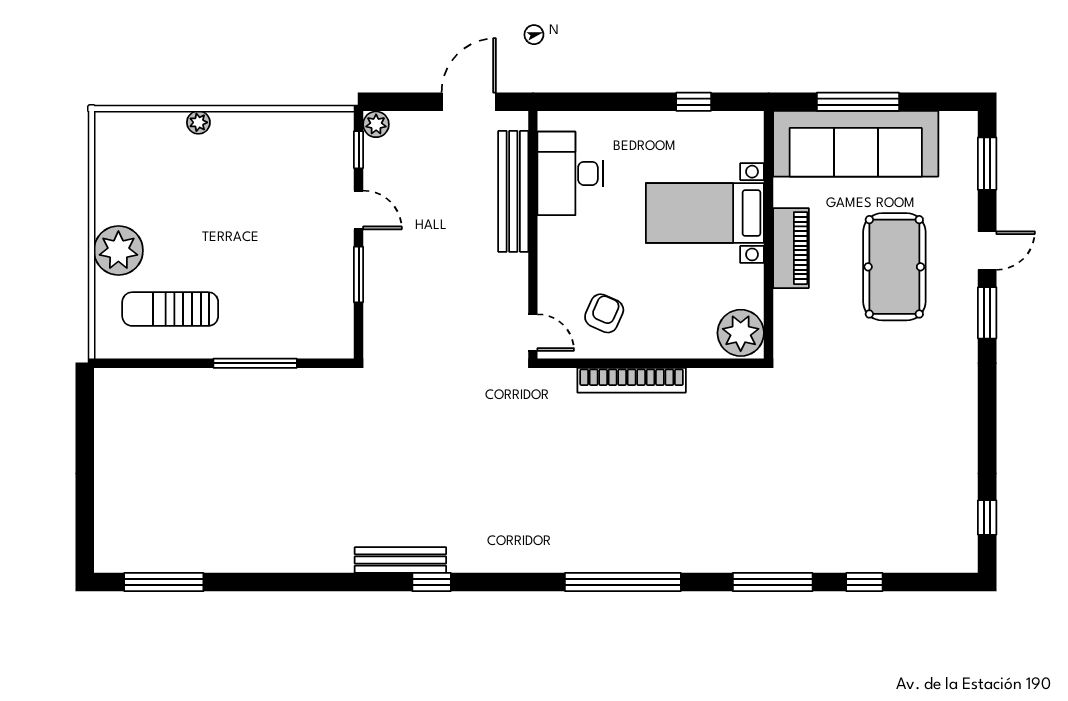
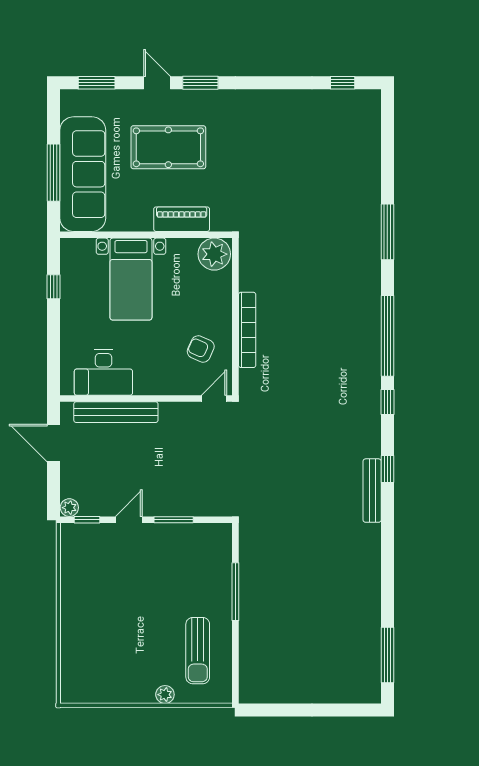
plant: (198, 122) -> (68, 631), removed
piano: (791, 248) -> (182, 219), moved
plant: (118, 250) -> (165, 695), width x0.53, depth x0.53
window: (864, 582) -> (387, 402), moved

